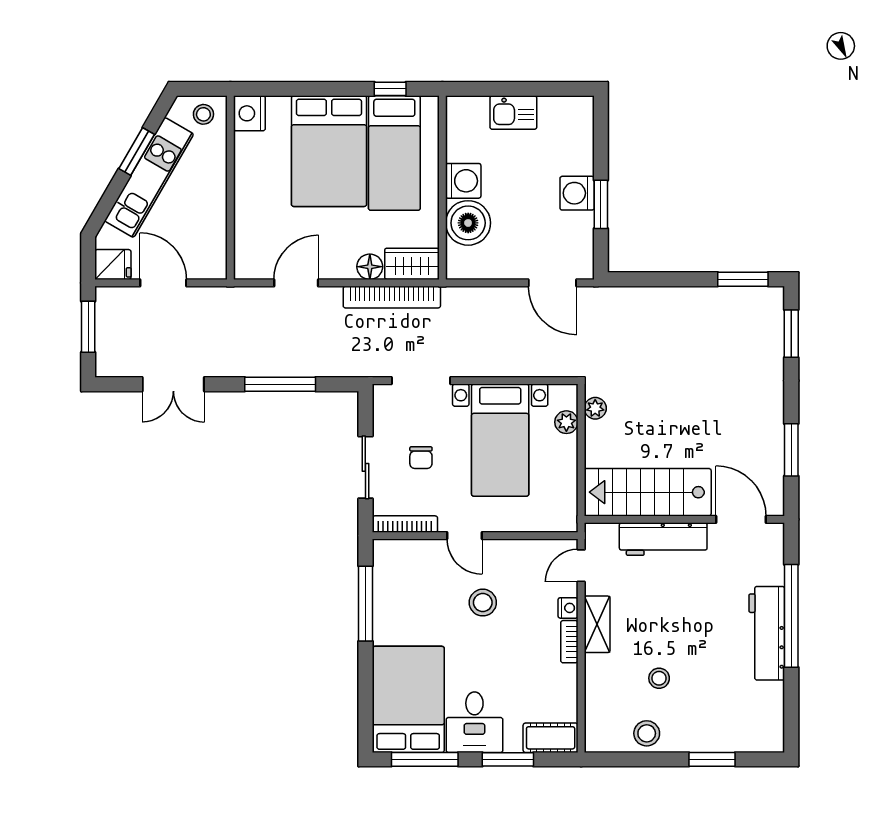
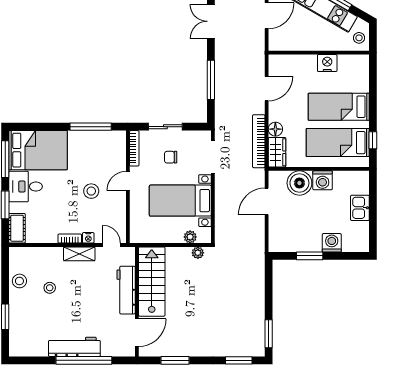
nightstand: (249, 113) -> (327, 63), moved
bed: (329, 151) -> (339, 107), width x0.67
washing machine: (577, 193) -> (332, 243), moved
door: (296, 283) -> (267, 89), hinge flipped
door: (552, 283) -> (267, 201), moved

